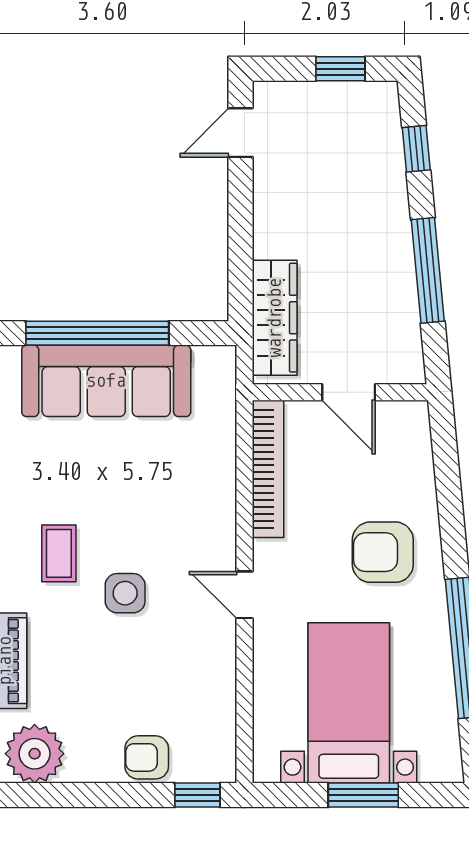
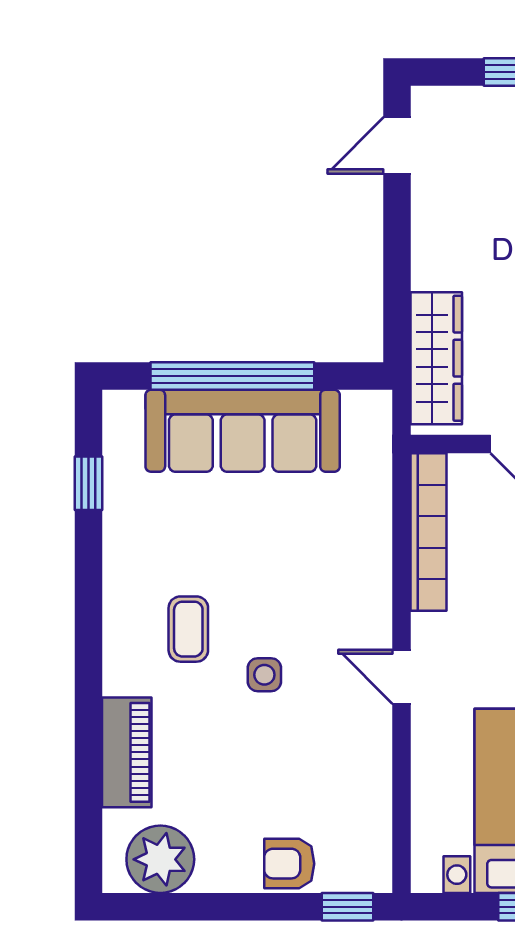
side table: (125, 593) -> (264, 675), width x0.73, depth x0.73

